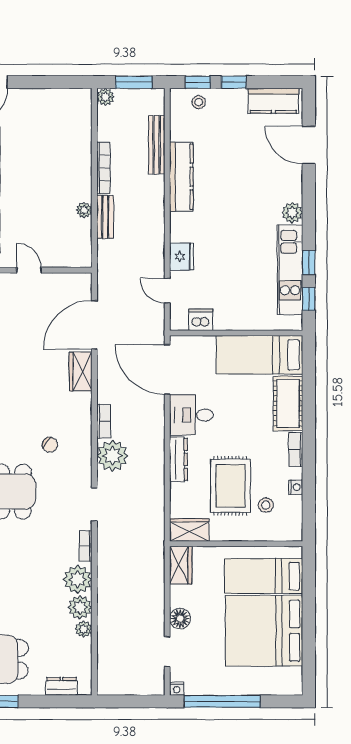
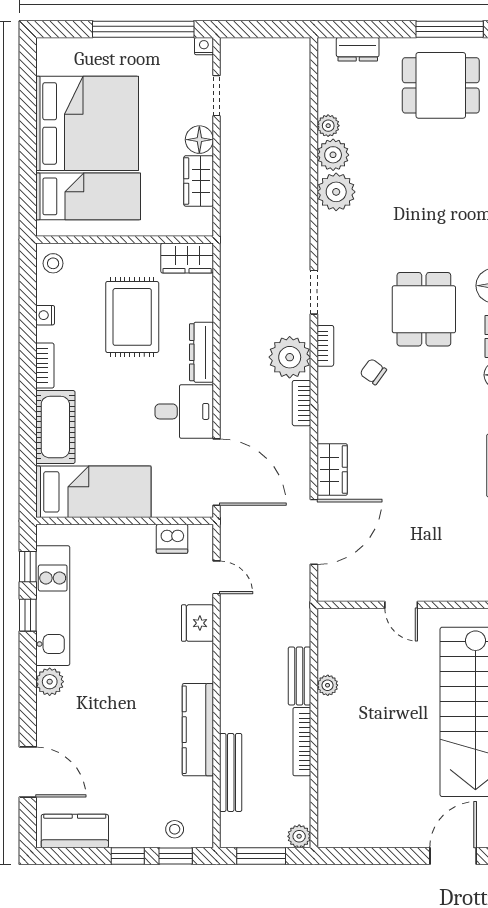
stool: (266, 505) -> (53, 263), moved
bookcase: (86, 546) -> (325, 346), moved
wardrobe: (181, 565) -> (199, 181), moved

